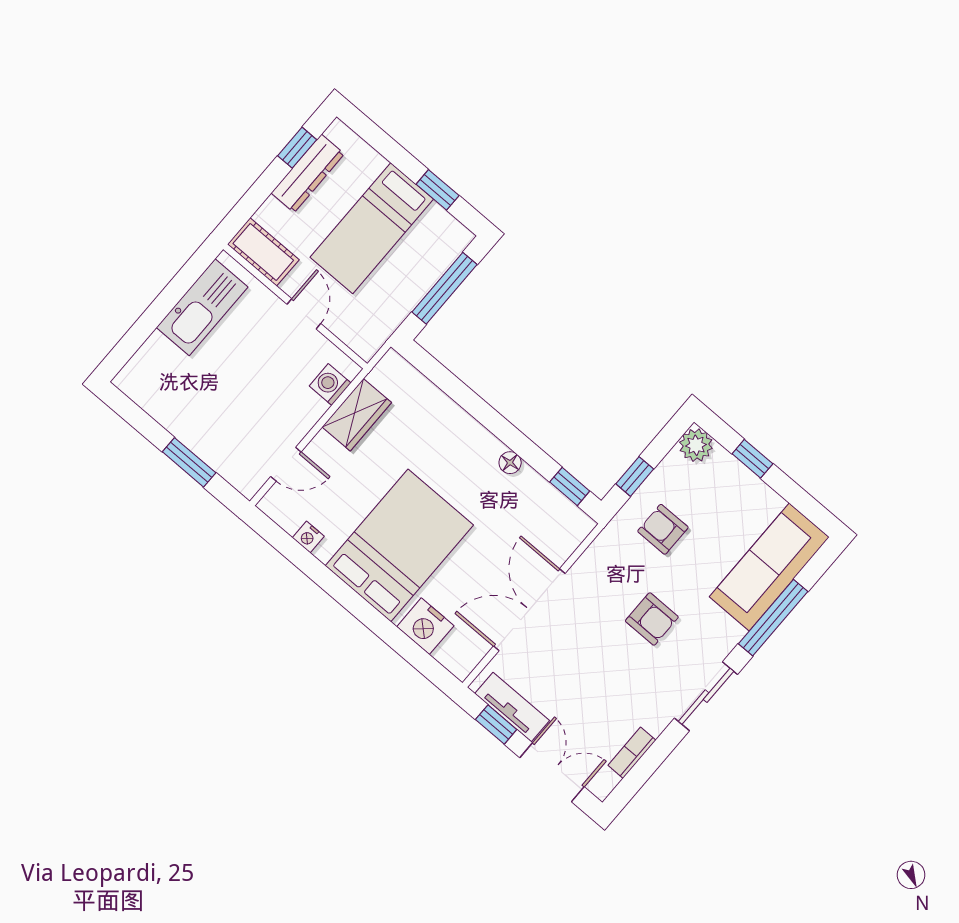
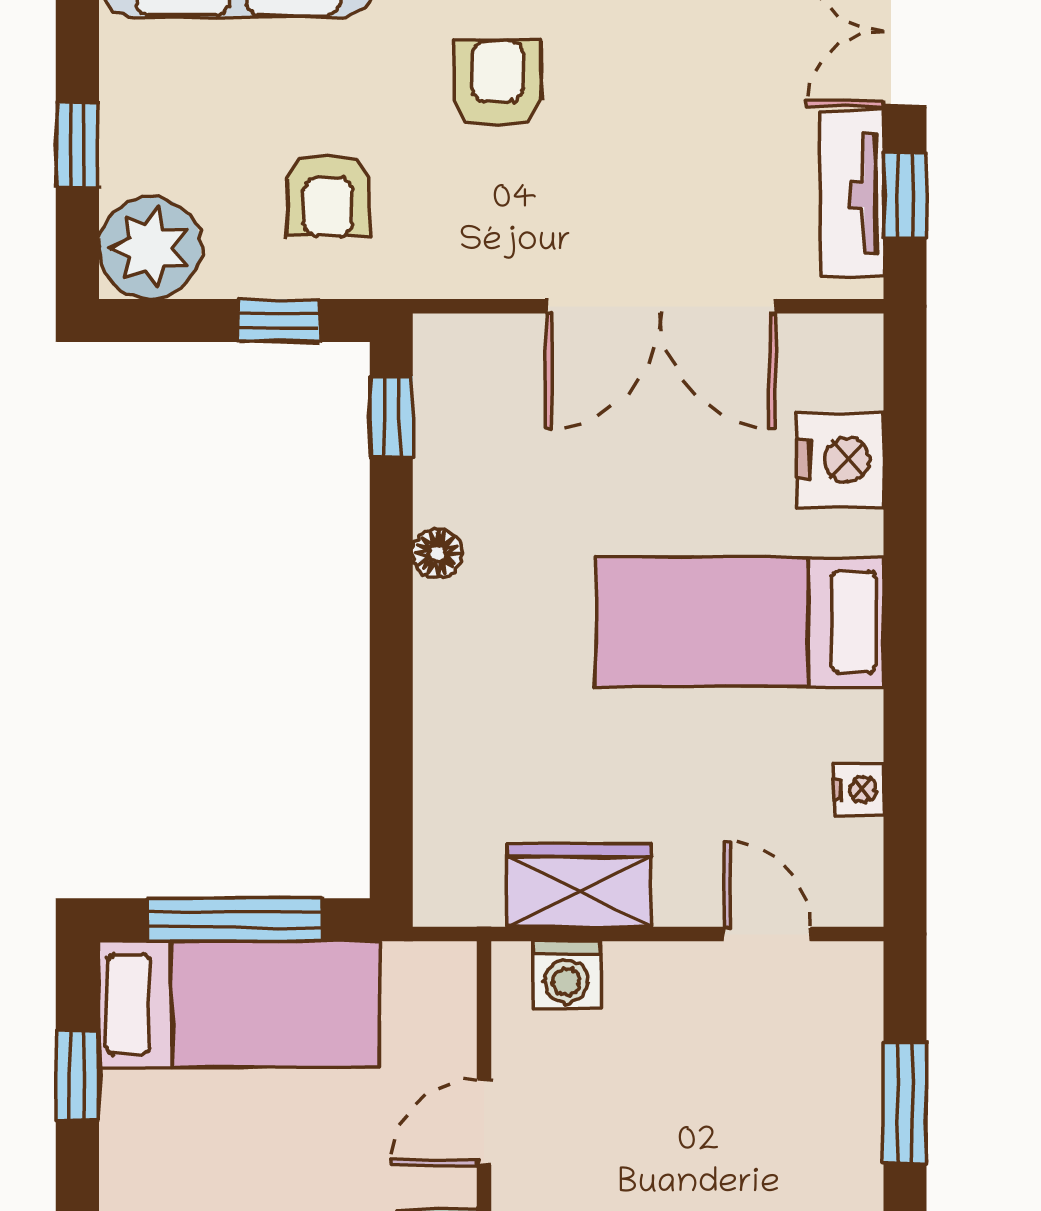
bed: (372, 228) -> (239, 1004), moved
plant: (696, 445) -> (150, 248), width x1.36, depth x1.36
bed: (399, 545) -> (740, 622), width x0.67

